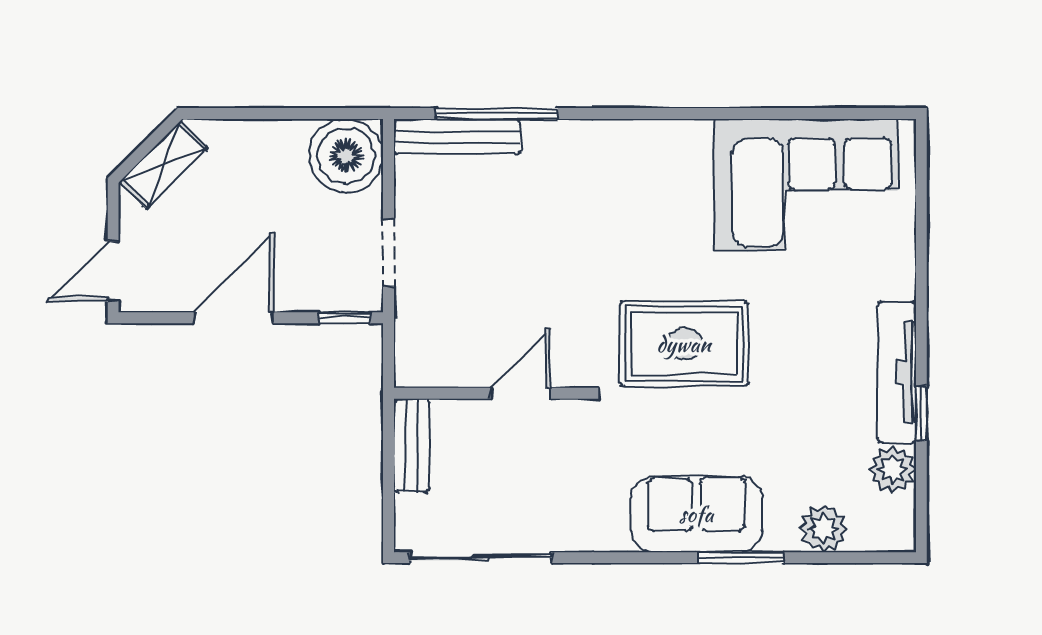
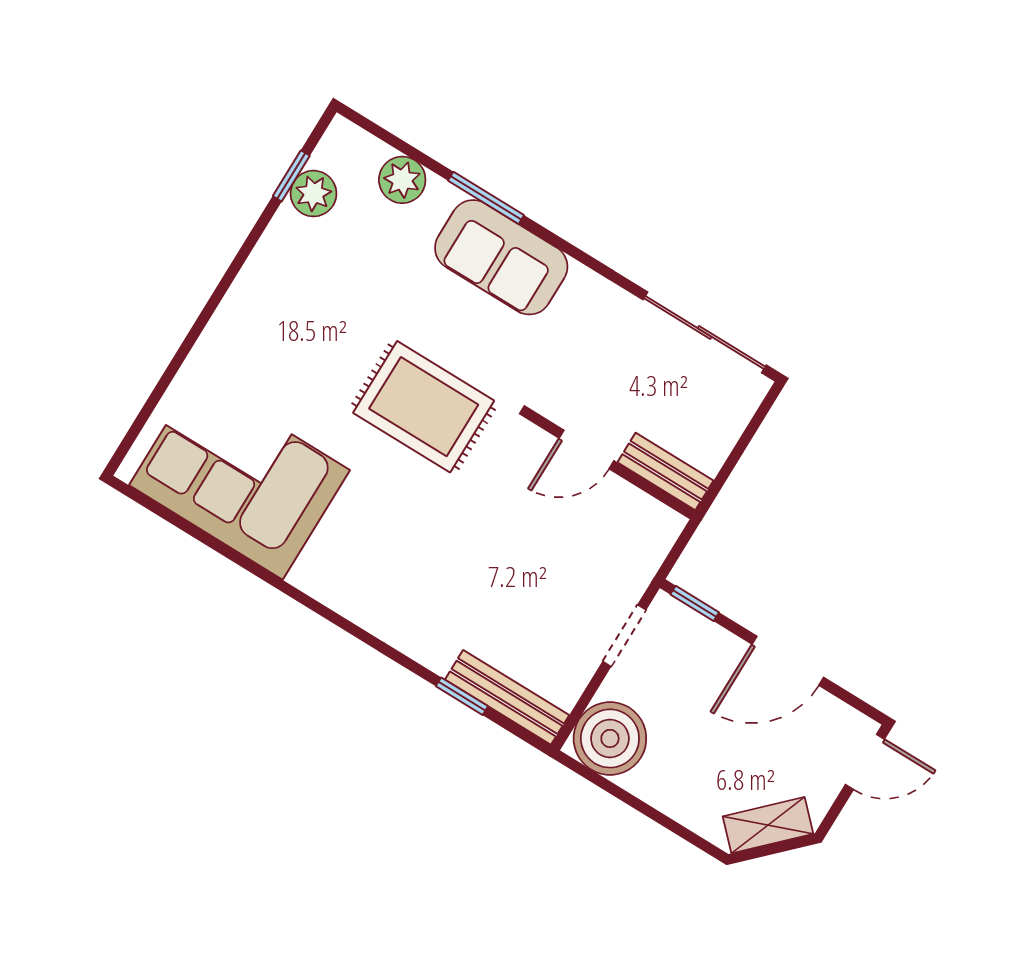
window: (497, 113) -> (462, 696), width x0.46
tv unit: (897, 372) -> (260, 273), removed
window: (921, 414) -> (291, 176), moved
bench: (412, 445) -> (665, 471), moved, turned 90

